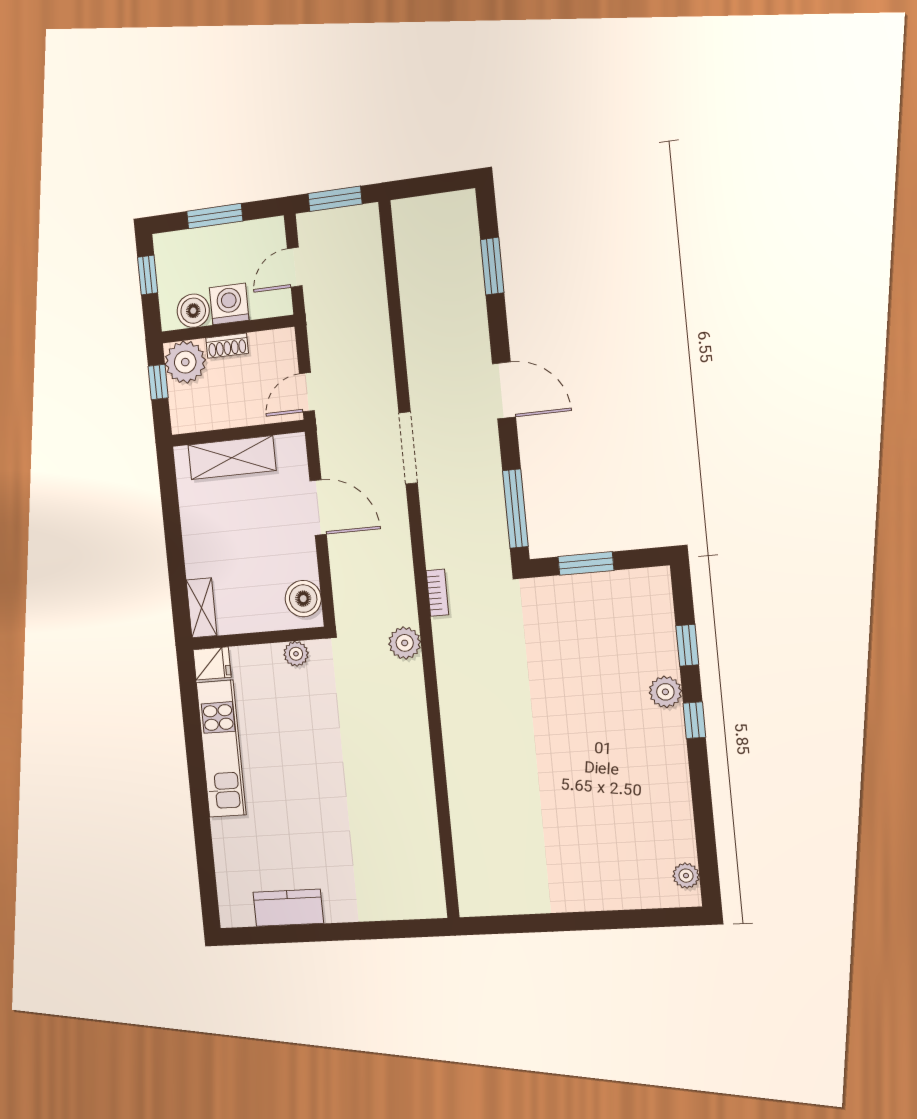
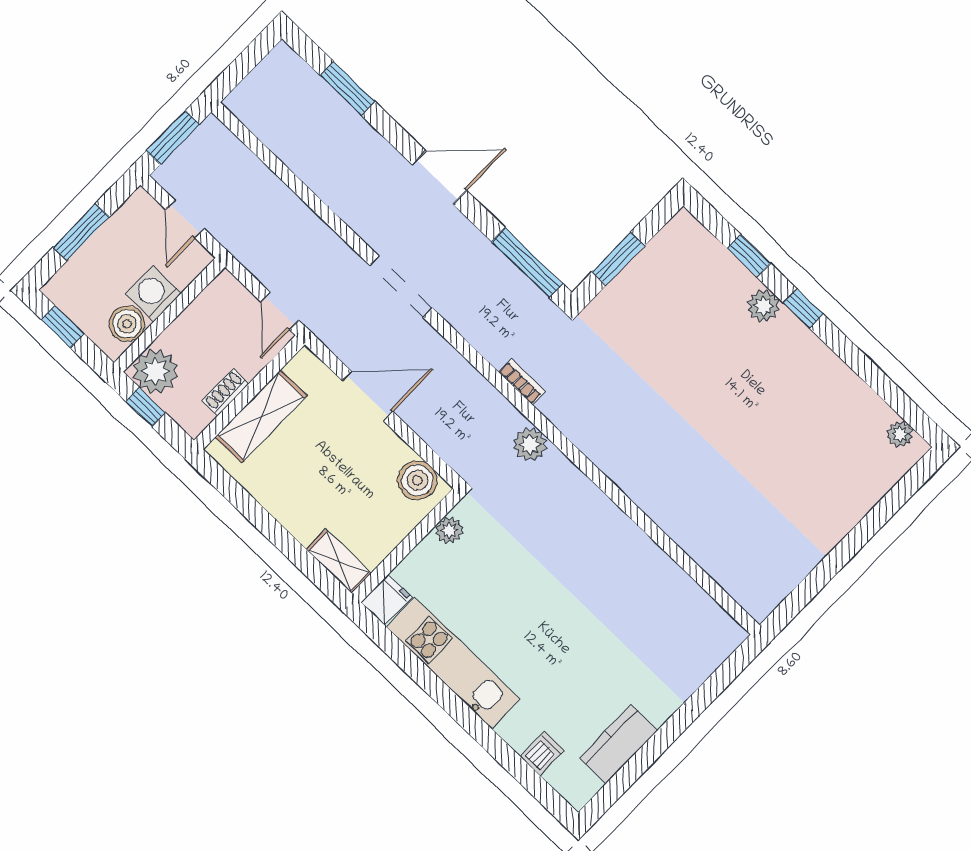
shoe rack: (227, 346) -> (225, 392), moved, turned 180
dishwasher: (230, 866) -> (542, 753), added

